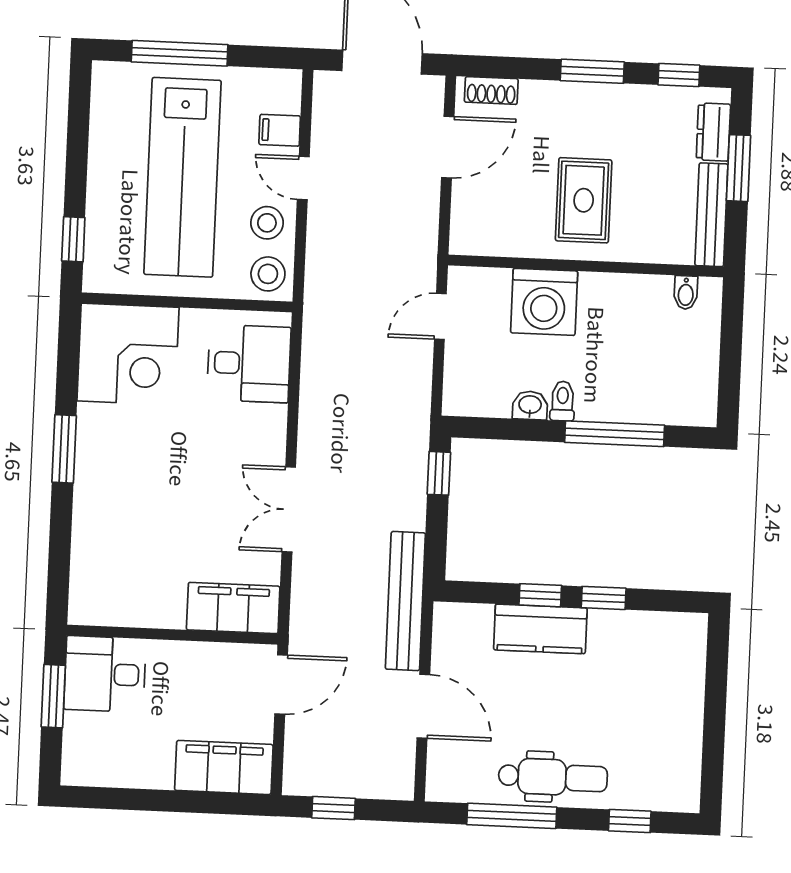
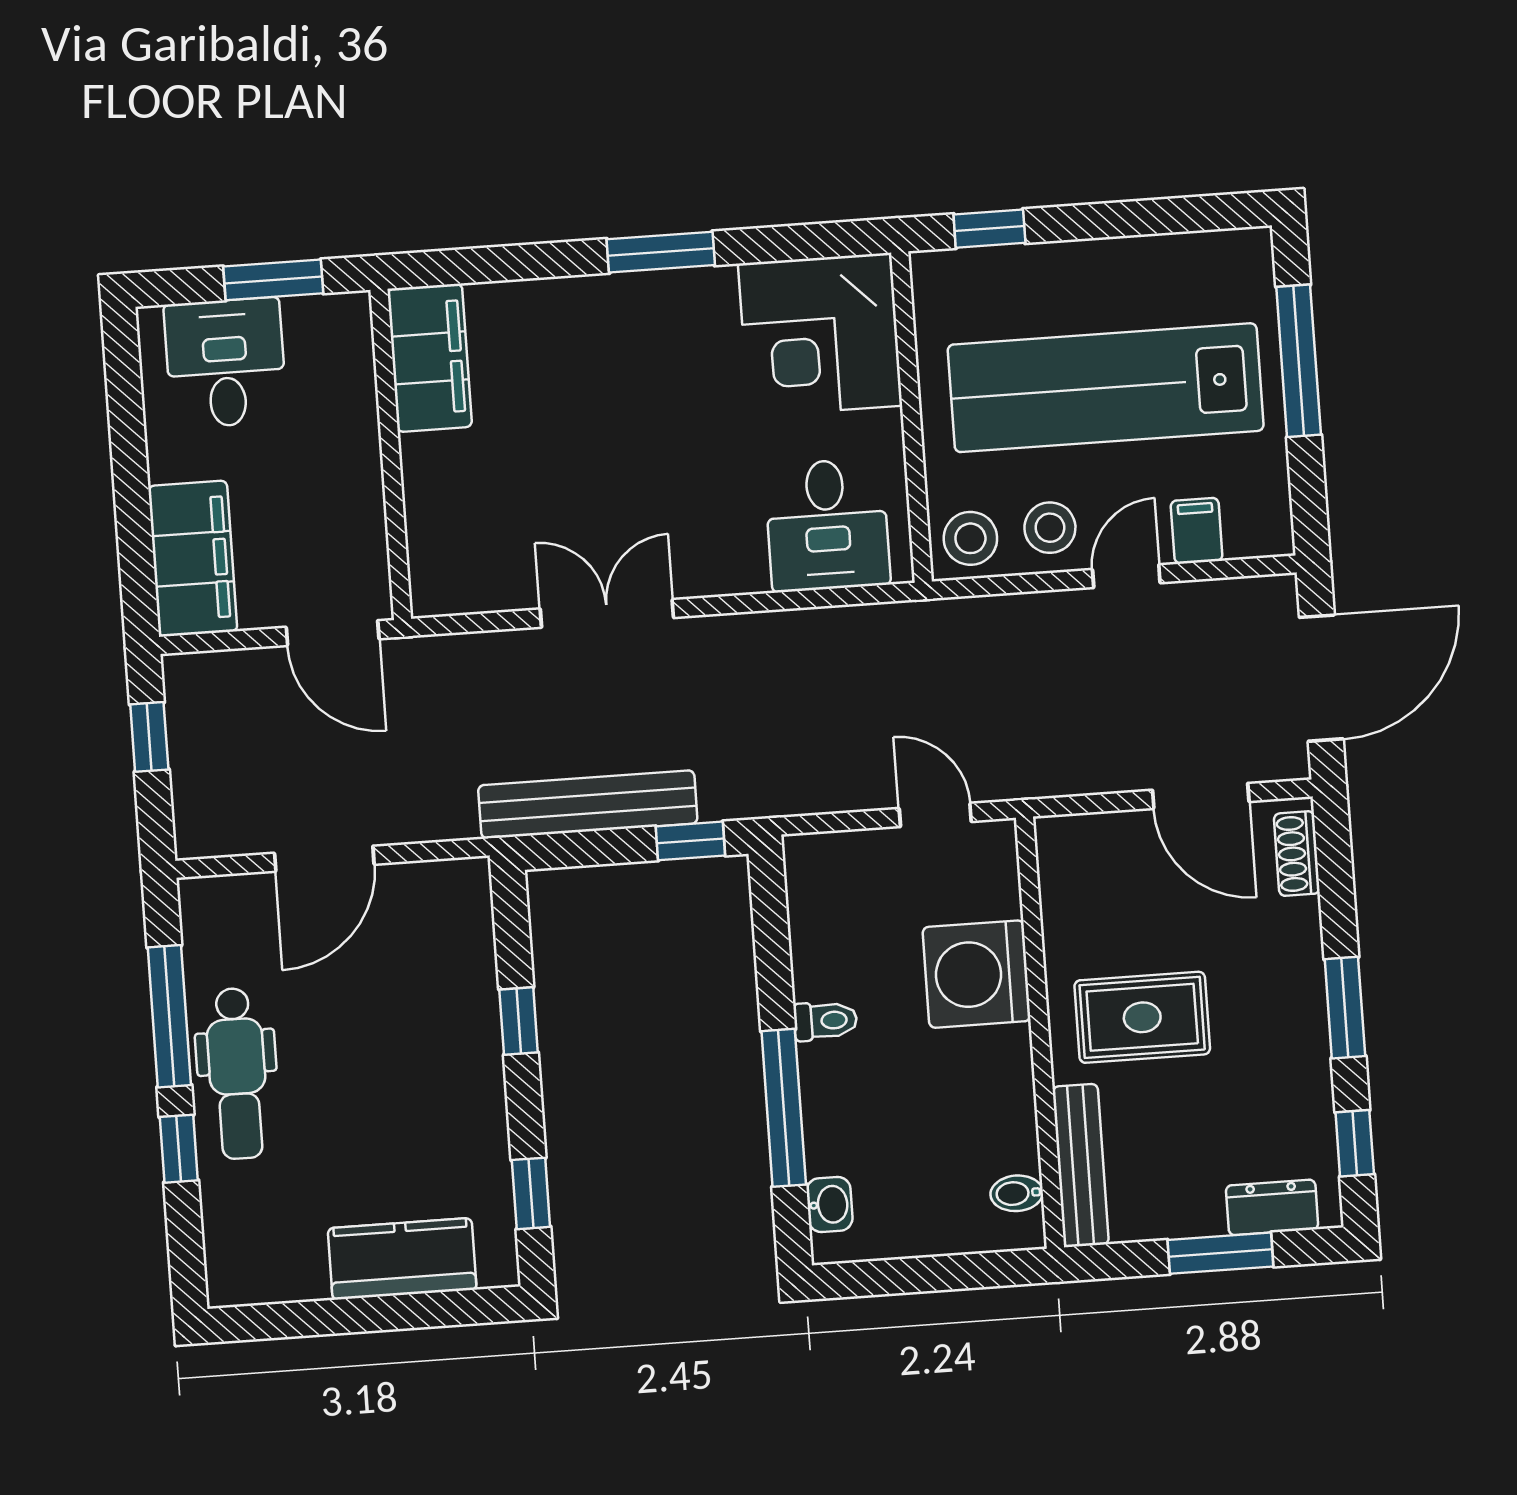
bench: (711, 215) -> (1081, 1165), moved, turned 90
washbasin: (530, 405) -> (830, 1204), moved
window: (604, 598) -> (531, 1193), moved
bench: (405, 601) -> (588, 804), moved
filing cabinet: (233, 608) -> (430, 358), moved
kitchen counter: (540, 629) -> (402, 1259), moved, turned 90
desk: (105, 674) -> (225, 363), moved
window: (630, 821) -> (179, 1149), moved

